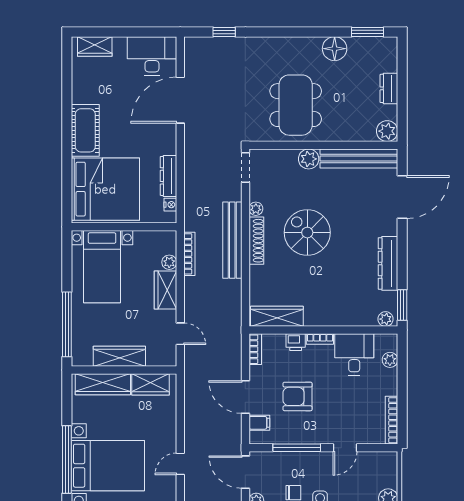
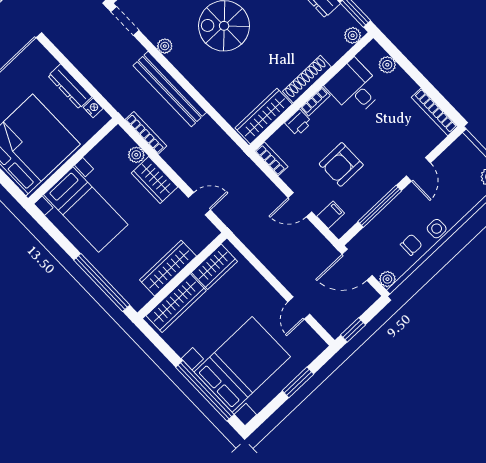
shoe rack: (256, 241) -> (307, 79), moved, turned -90
door: (245, 397) -> (300, 205), width x0.73

